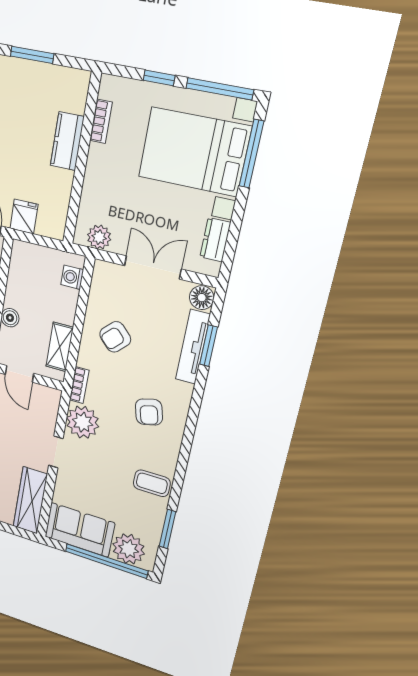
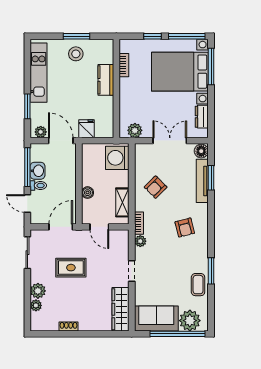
stool: (26, 86) -> (76, 54), added
washing machine: (72, 277) -> (117, 158), width x1.89, depth x1.89
plant: (83, 422) -> (140, 241), width x0.53, depth x0.53
coffee table: (152, 483) -> (198, 285), moved, turned 90
window: (167, 529) -> (211, 271), moved

